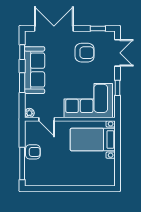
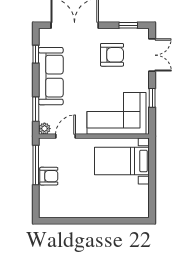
window: (22, 83) -> (36, 109), moved
door: (47, 119) -> (65, 136), swing flipped
window: (22, 163) -> (36, 165), moved

